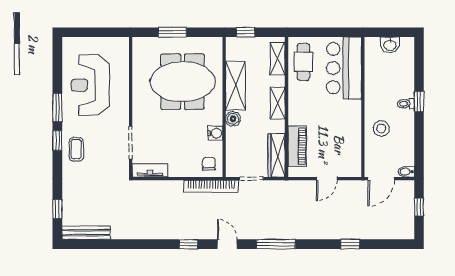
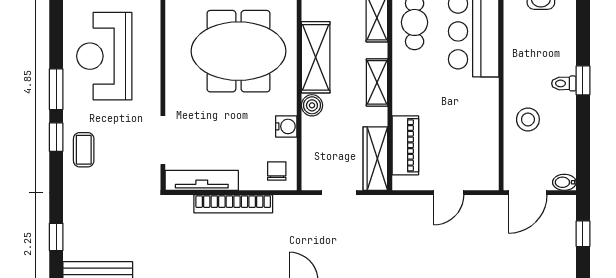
tv unit: (150, 170) -> (202, 180), width x1.41
bookcase: (211, 186) -> (233, 204), moved

